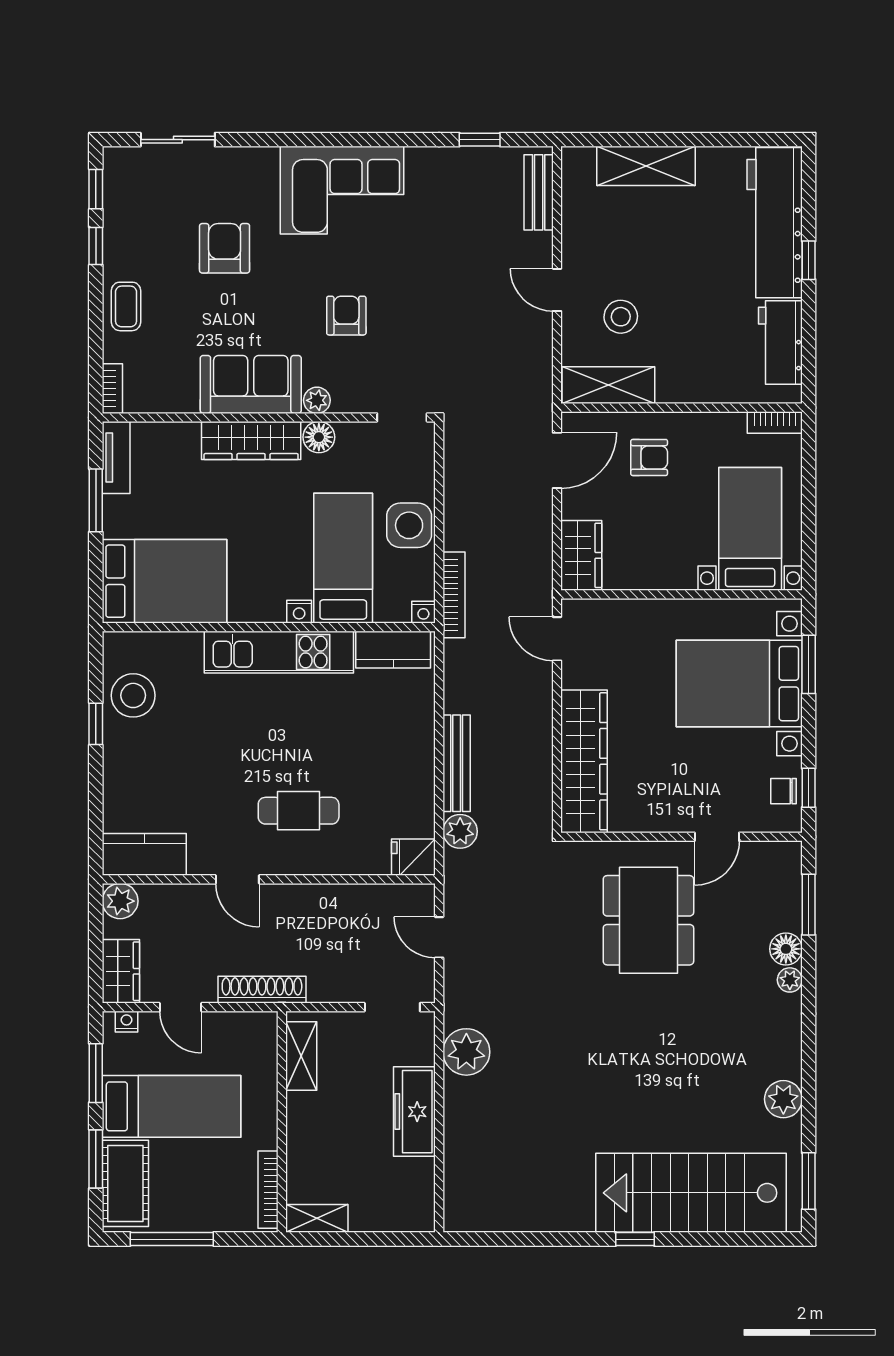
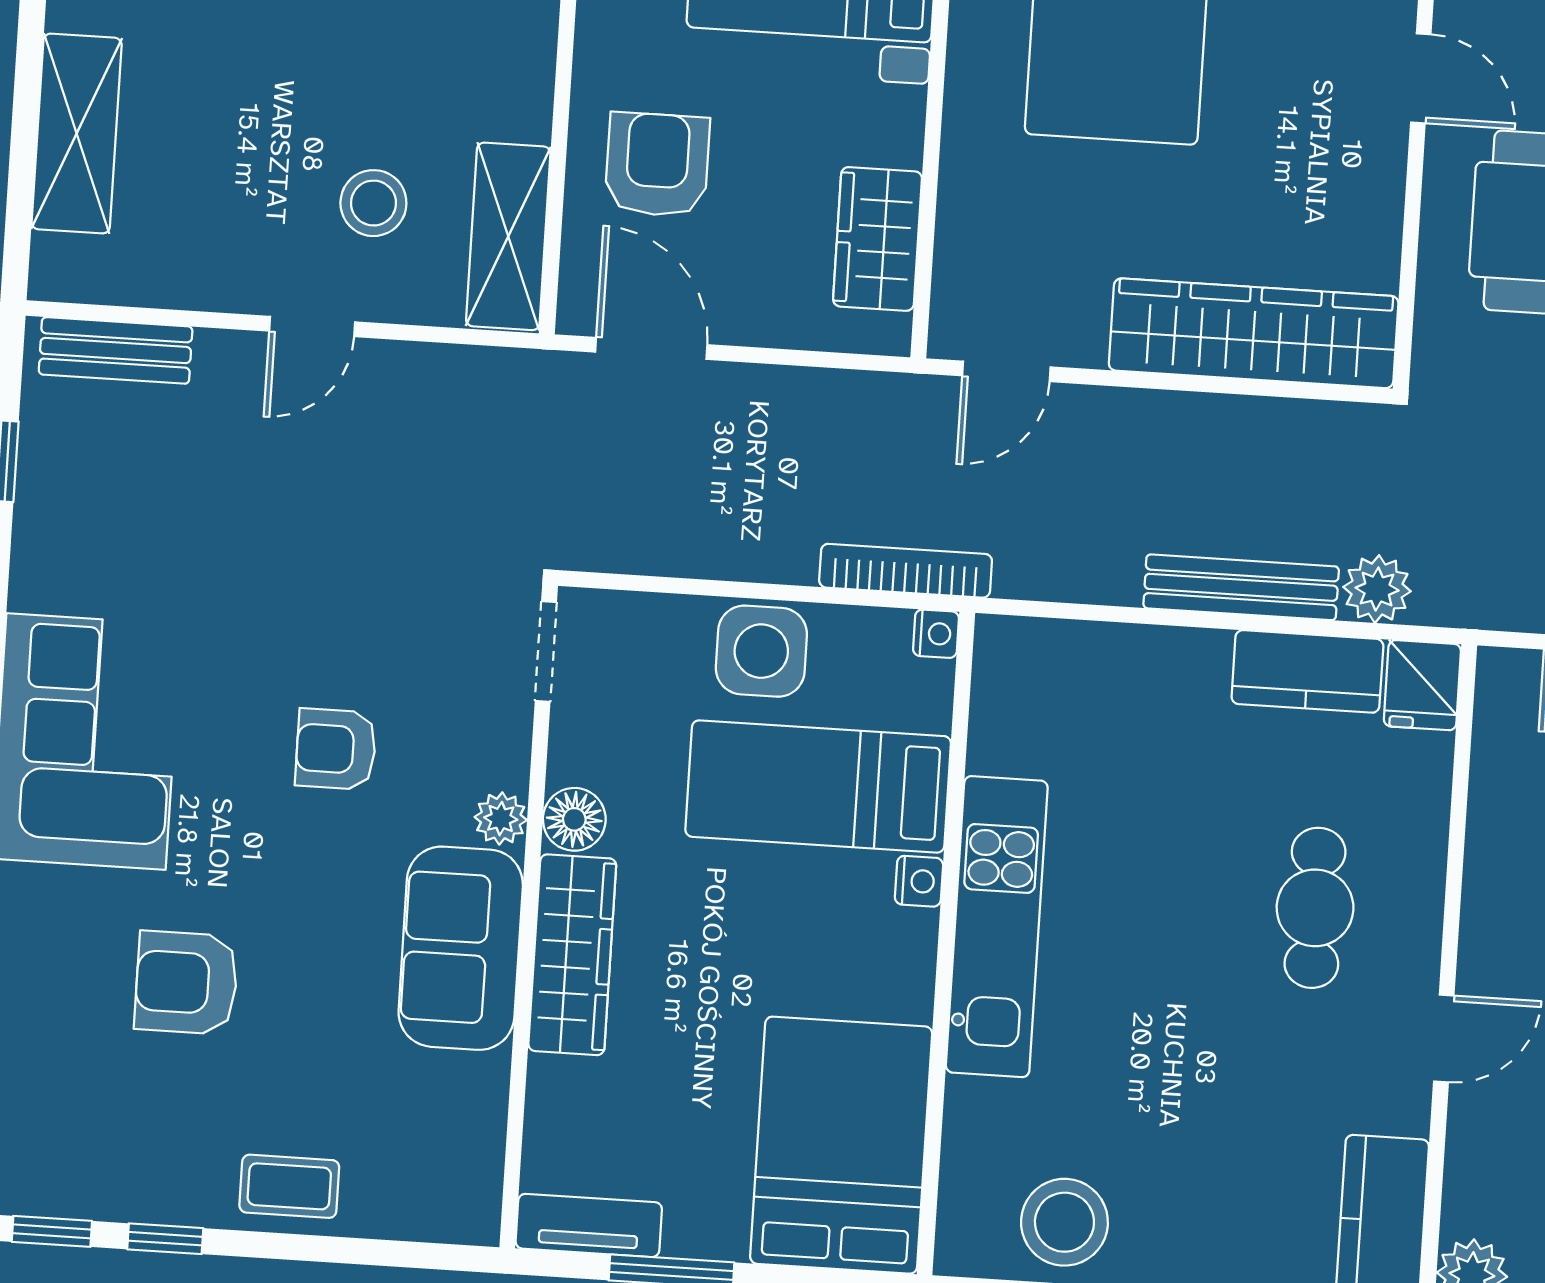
bookcase: (112, 389) -> (451, 1224), removed
armchair: (649, 457) -> (657, 165), width x1.38, depth x1.38
wardrobe: (581, 555) -> (878, 239), moved, turned -90
kitchen counter: (393, 650) -> (1307, 671), moved, turned 90

